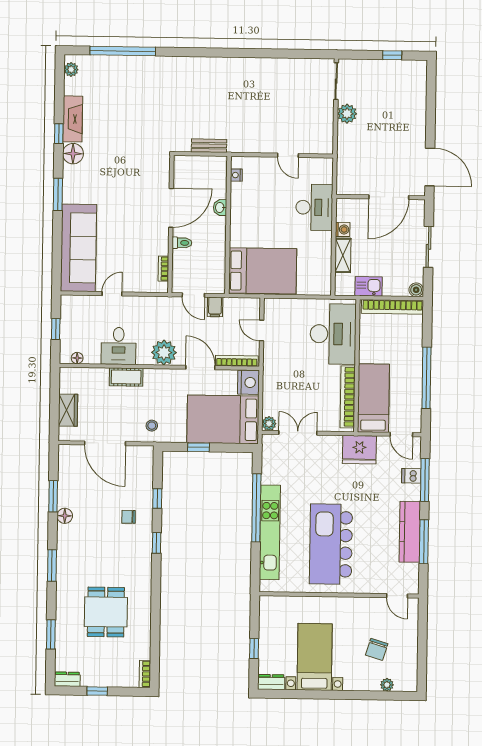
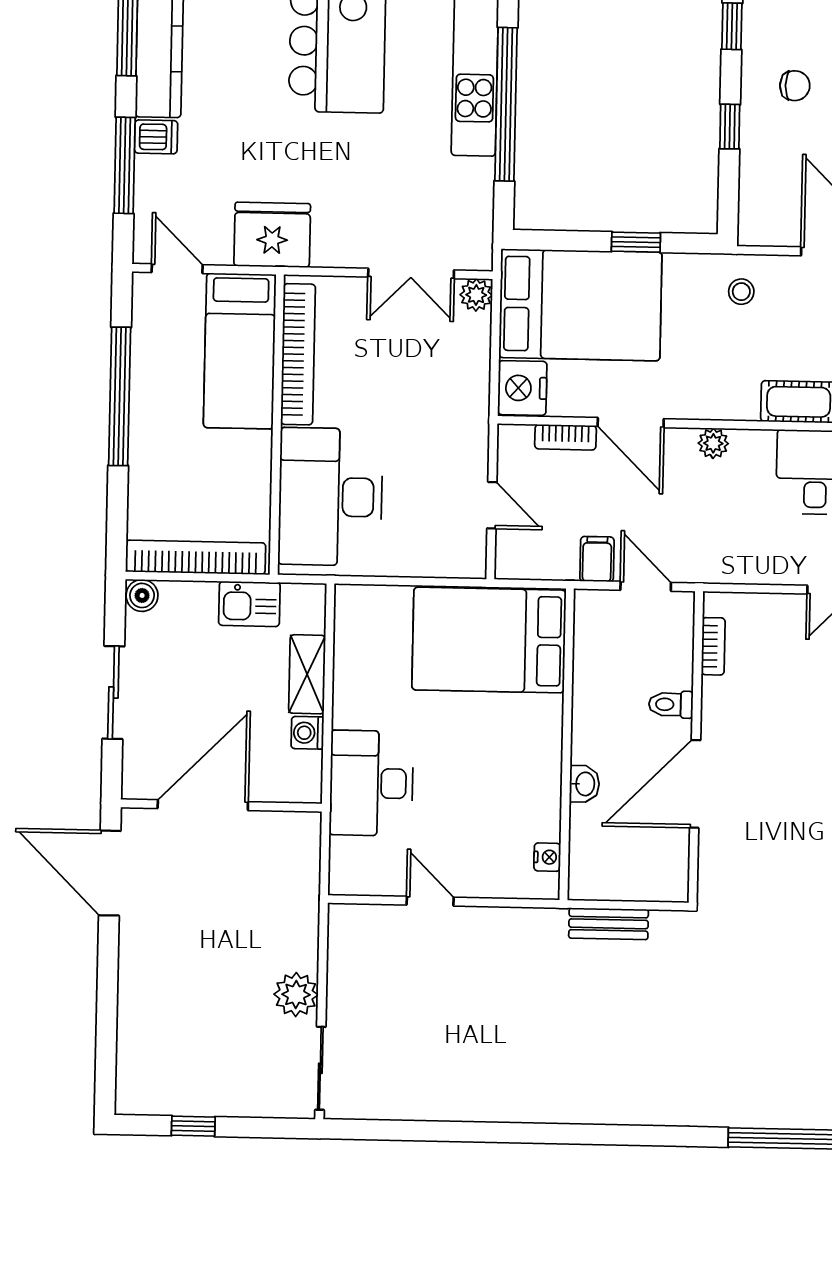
plant: (164, 353) -> (713, 443), width x0.53, depth x0.53
bookcase: (237, 361) -> (565, 437), width x0.64
dishwasher: (411, 476) -> (156, 137), moved

